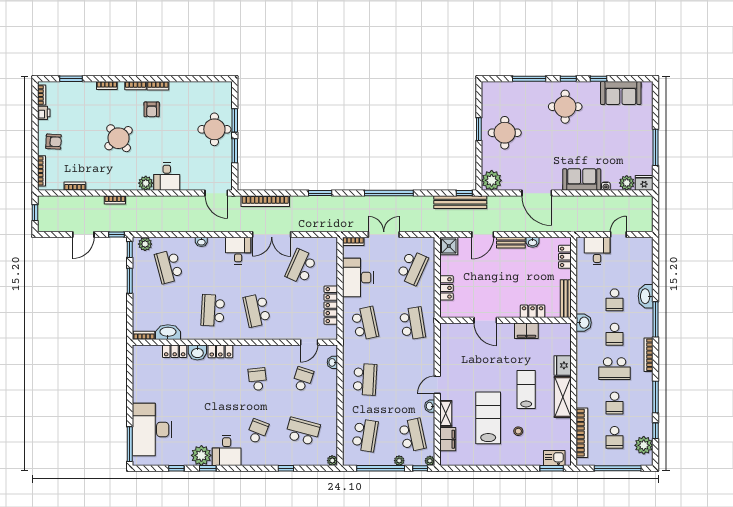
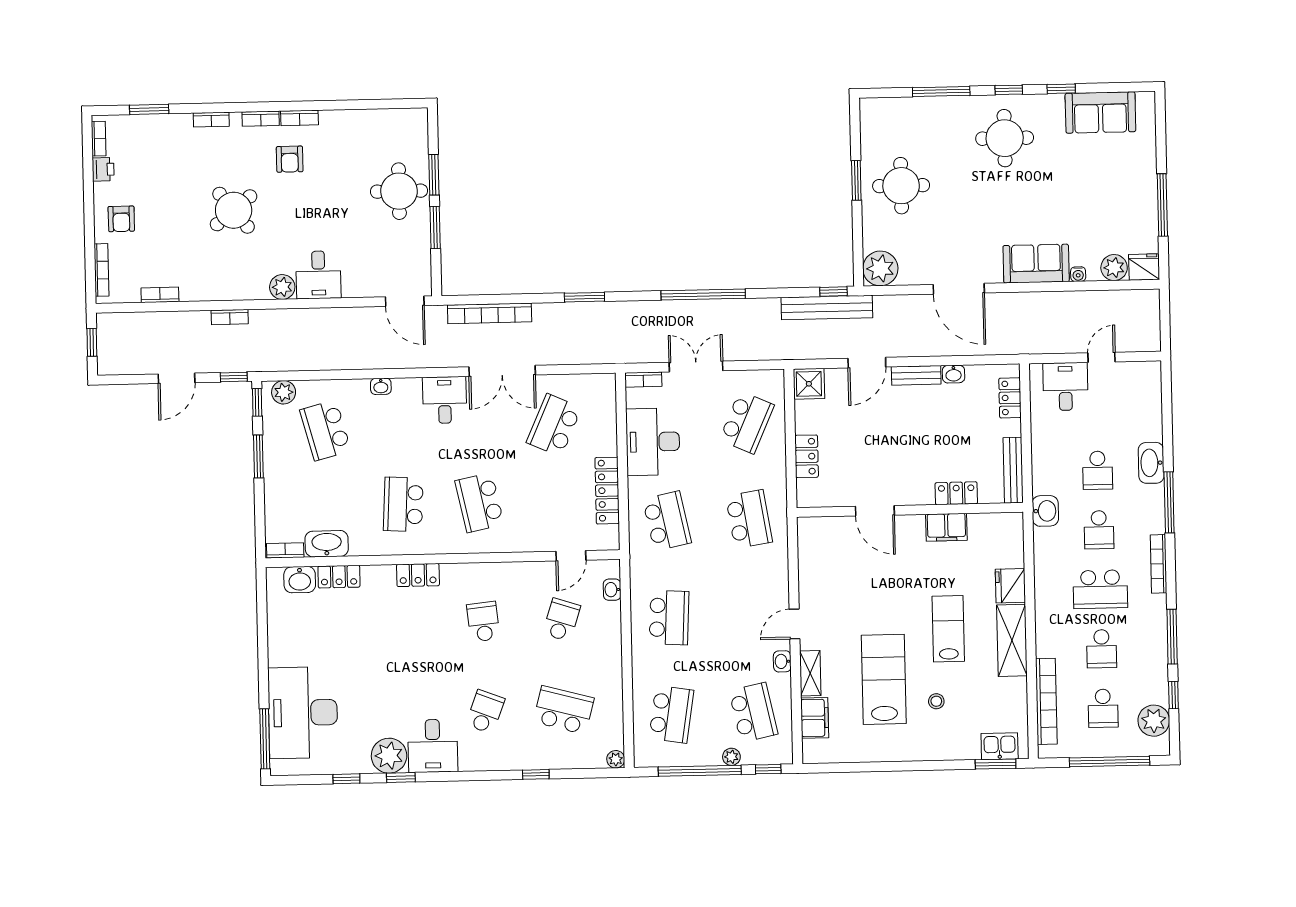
armchair: (54, 142) -> (121, 219), turned 87
washbasin: (197, 353) -> (300, 580), moved
plant: (430, 461) -> (785, 756), removed

